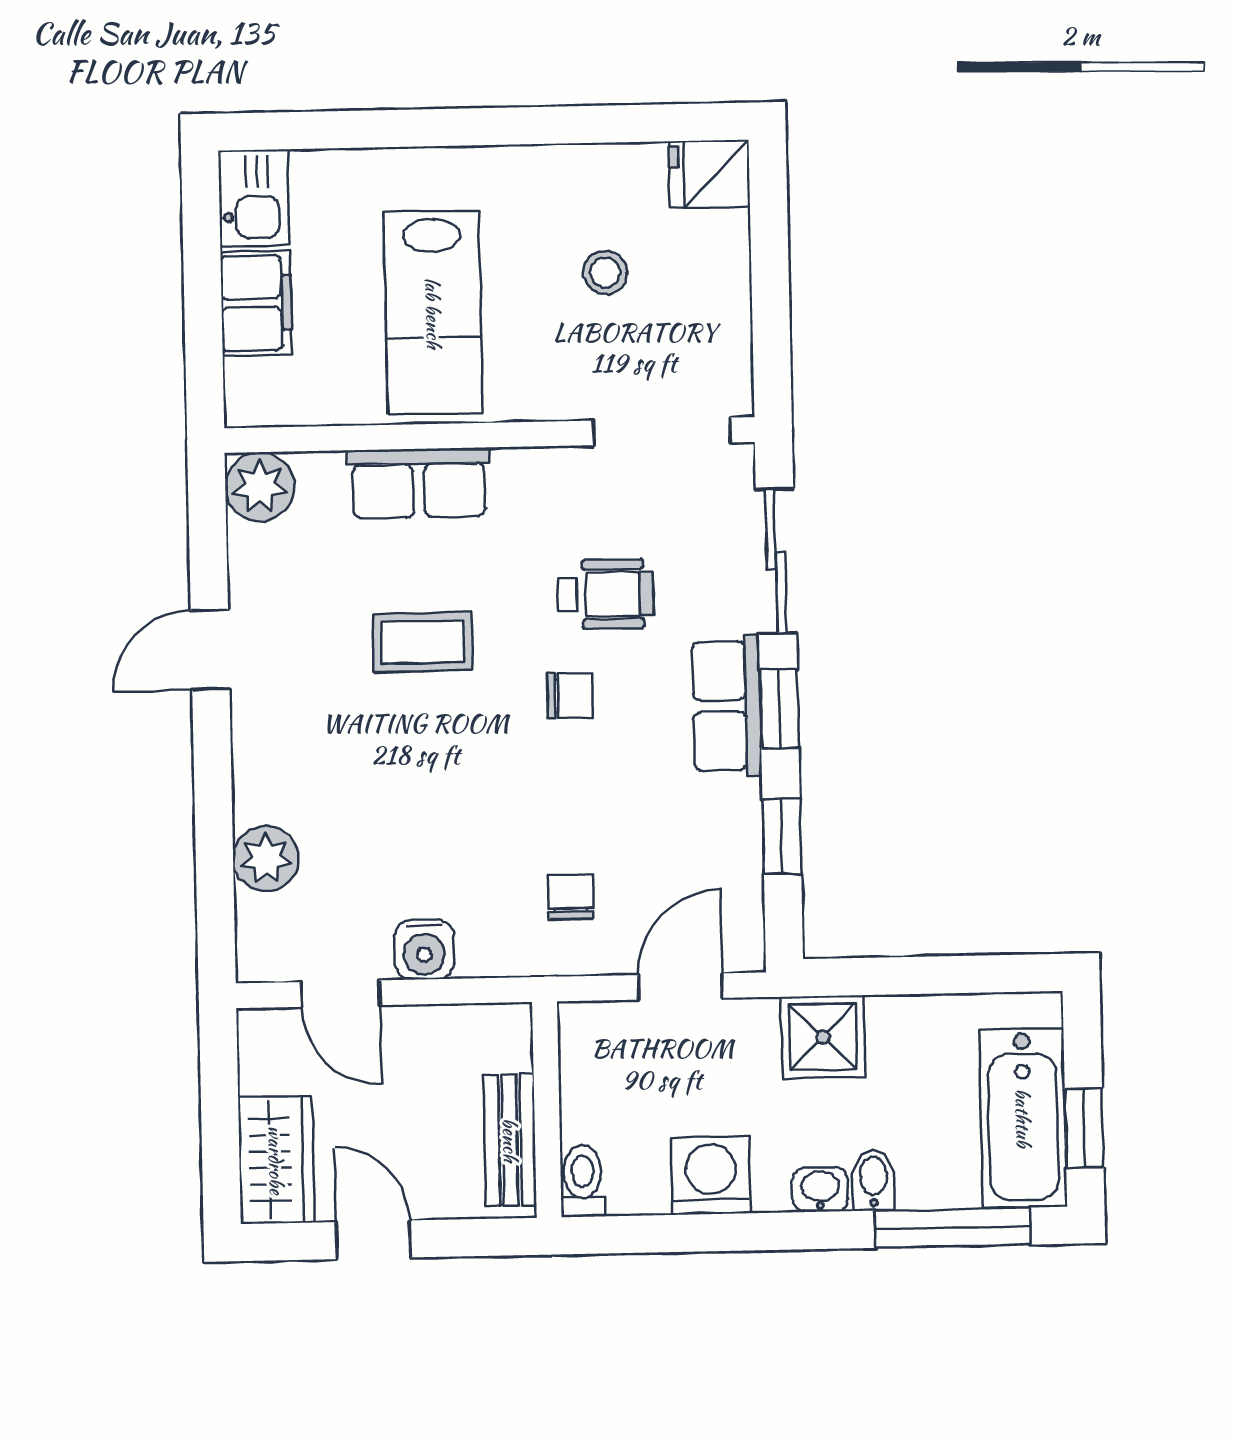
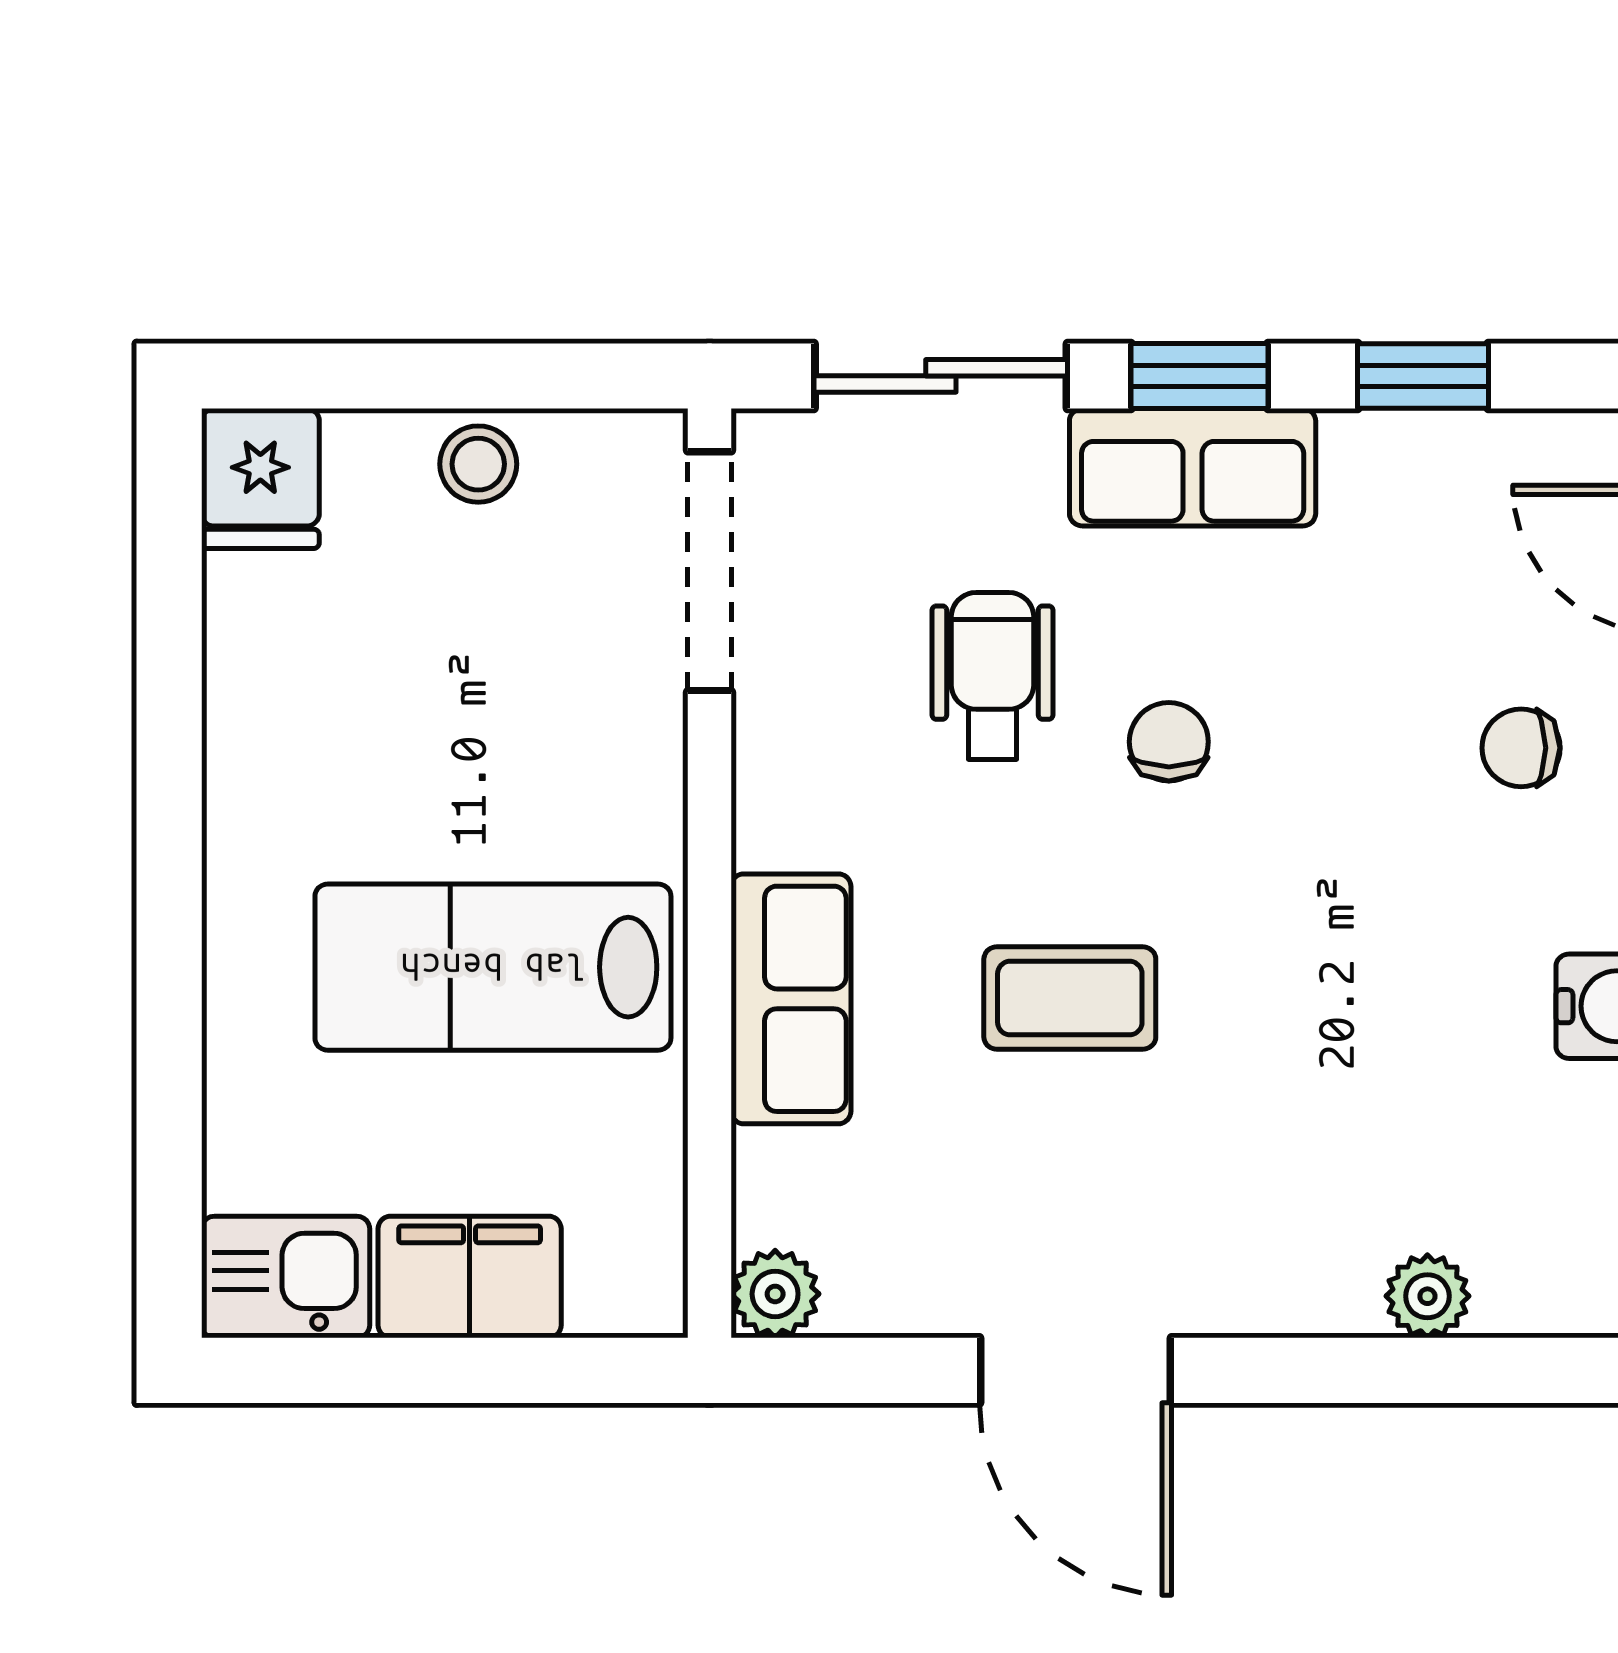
stool: (605, 273) -> (478, 464), moved
lab bench: (433, 313) -> (493, 967), turned 180
plant: (260, 487) -> (775, 1294), width x0.73, depth x0.73
coffee table: (423, 642) -> (1070, 998), turned 90
door: (210, 650) -> (1075, 1370), width x1.38
plant: (266, 859) -> (1427, 1296), width x0.73, depth x0.73

